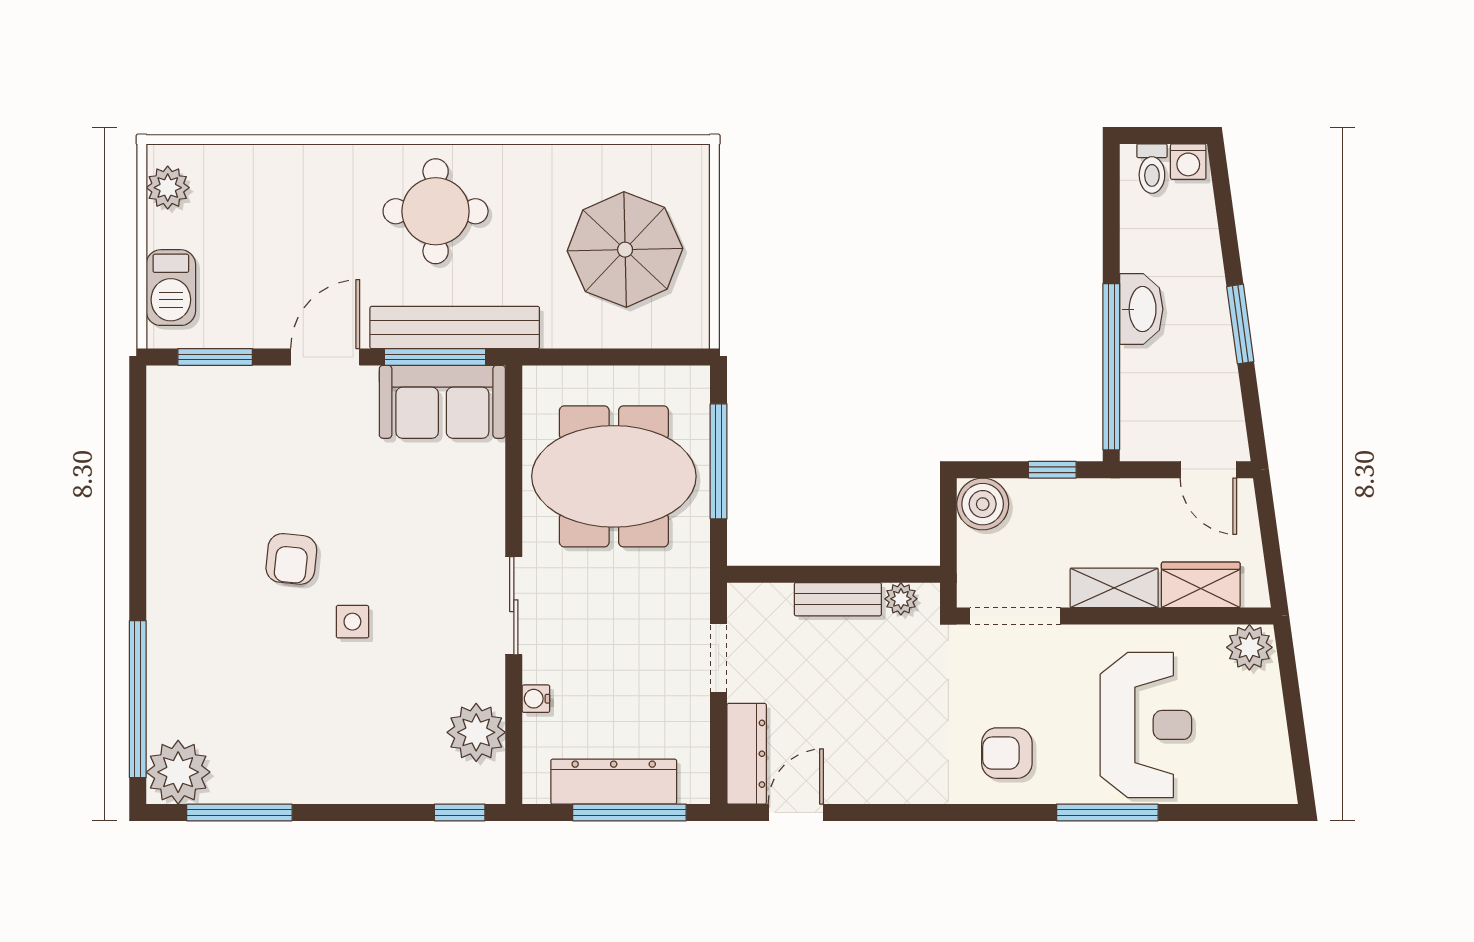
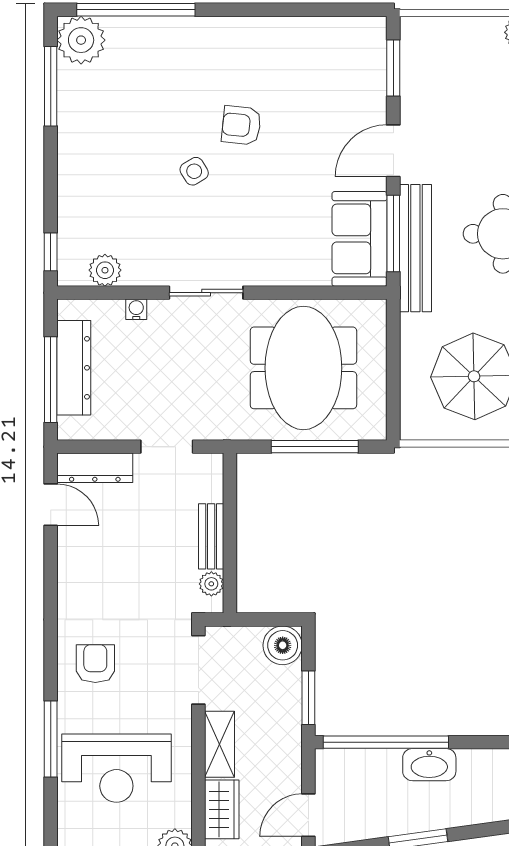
barbecue: (171, 288) -> (445, 35), removed
door: (325, 357) -> (393, 151), swing flipped
window: (1052, 470) -> (308, 698), width x1.50
side table: (352, 622) -> (194, 171), turned -31
plant: (476, 732) -> (105, 270), width x0.73, depth x0.73

